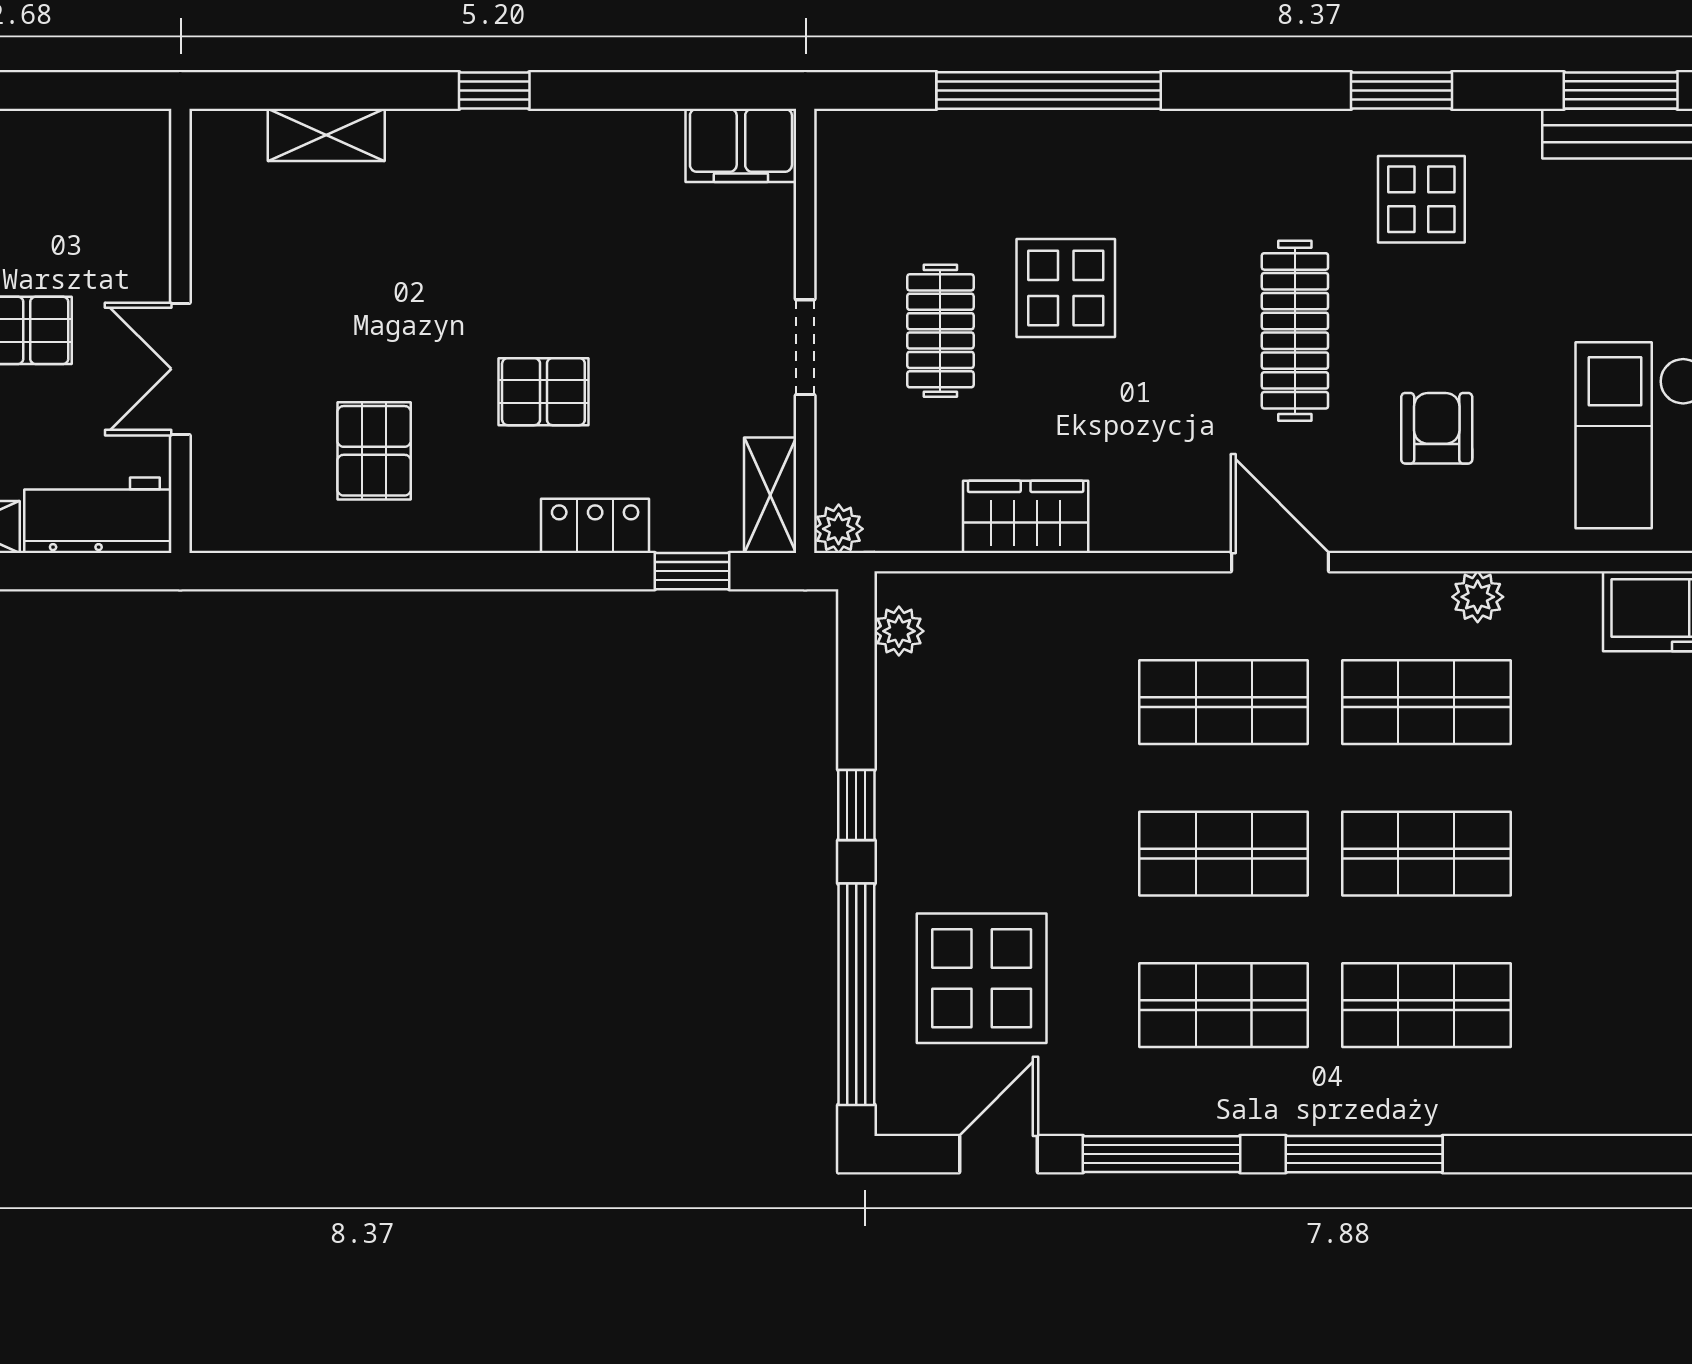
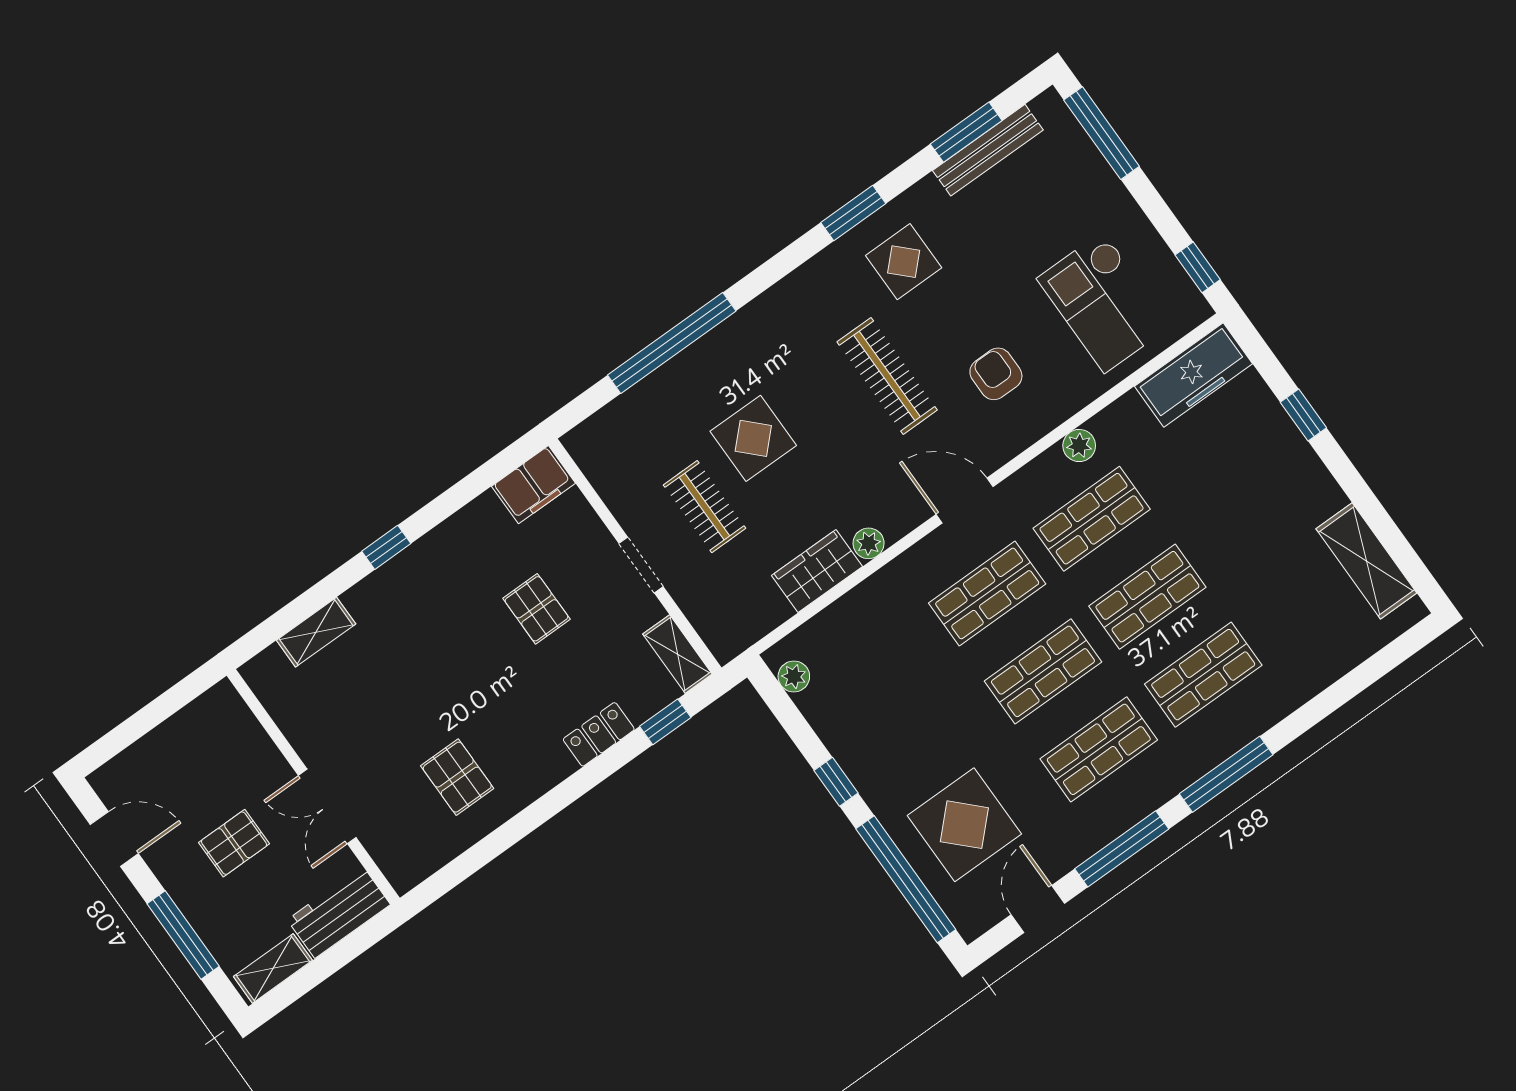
pallet: (543, 392) -> (536, 609), moved, turned 90
plant: (839, 529) -> (869, 543), moved

